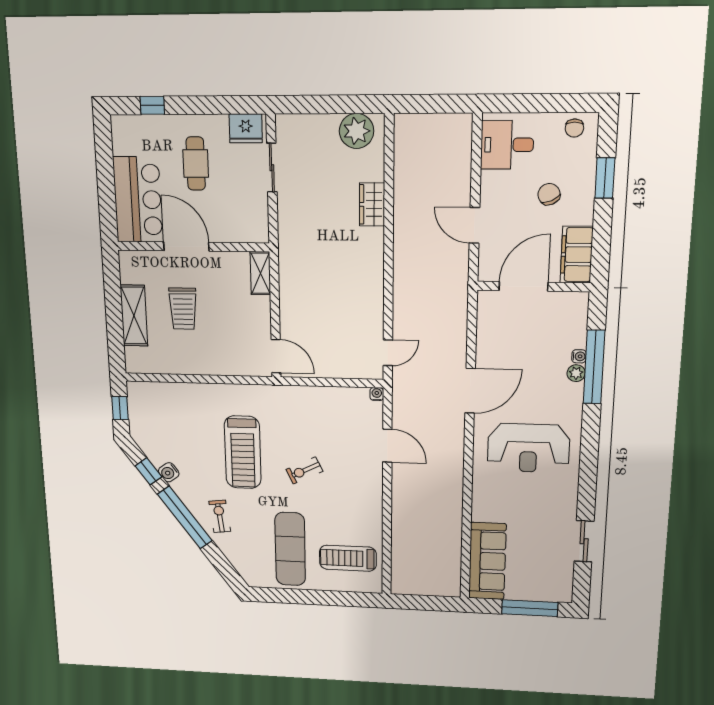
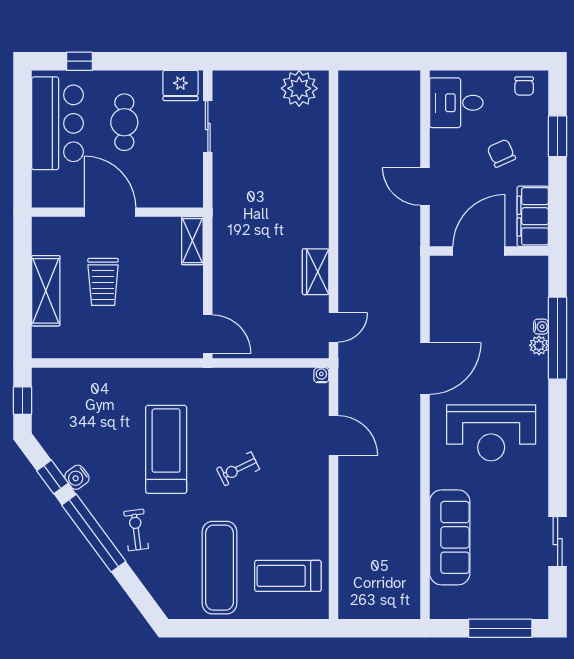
bar counter: (138, 200) -> (57, 123), moved
wardrobe: (372, 204) -> (316, 272), moved
treadmill: (243, 452) -> (166, 449), turned 180
sofa: (487, 561) -> (450, 537), moved

